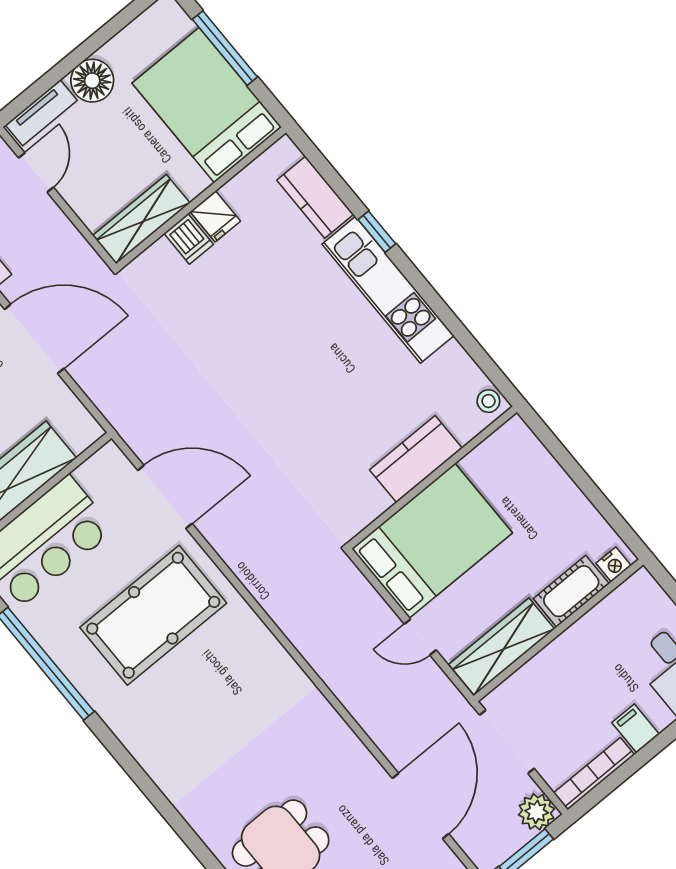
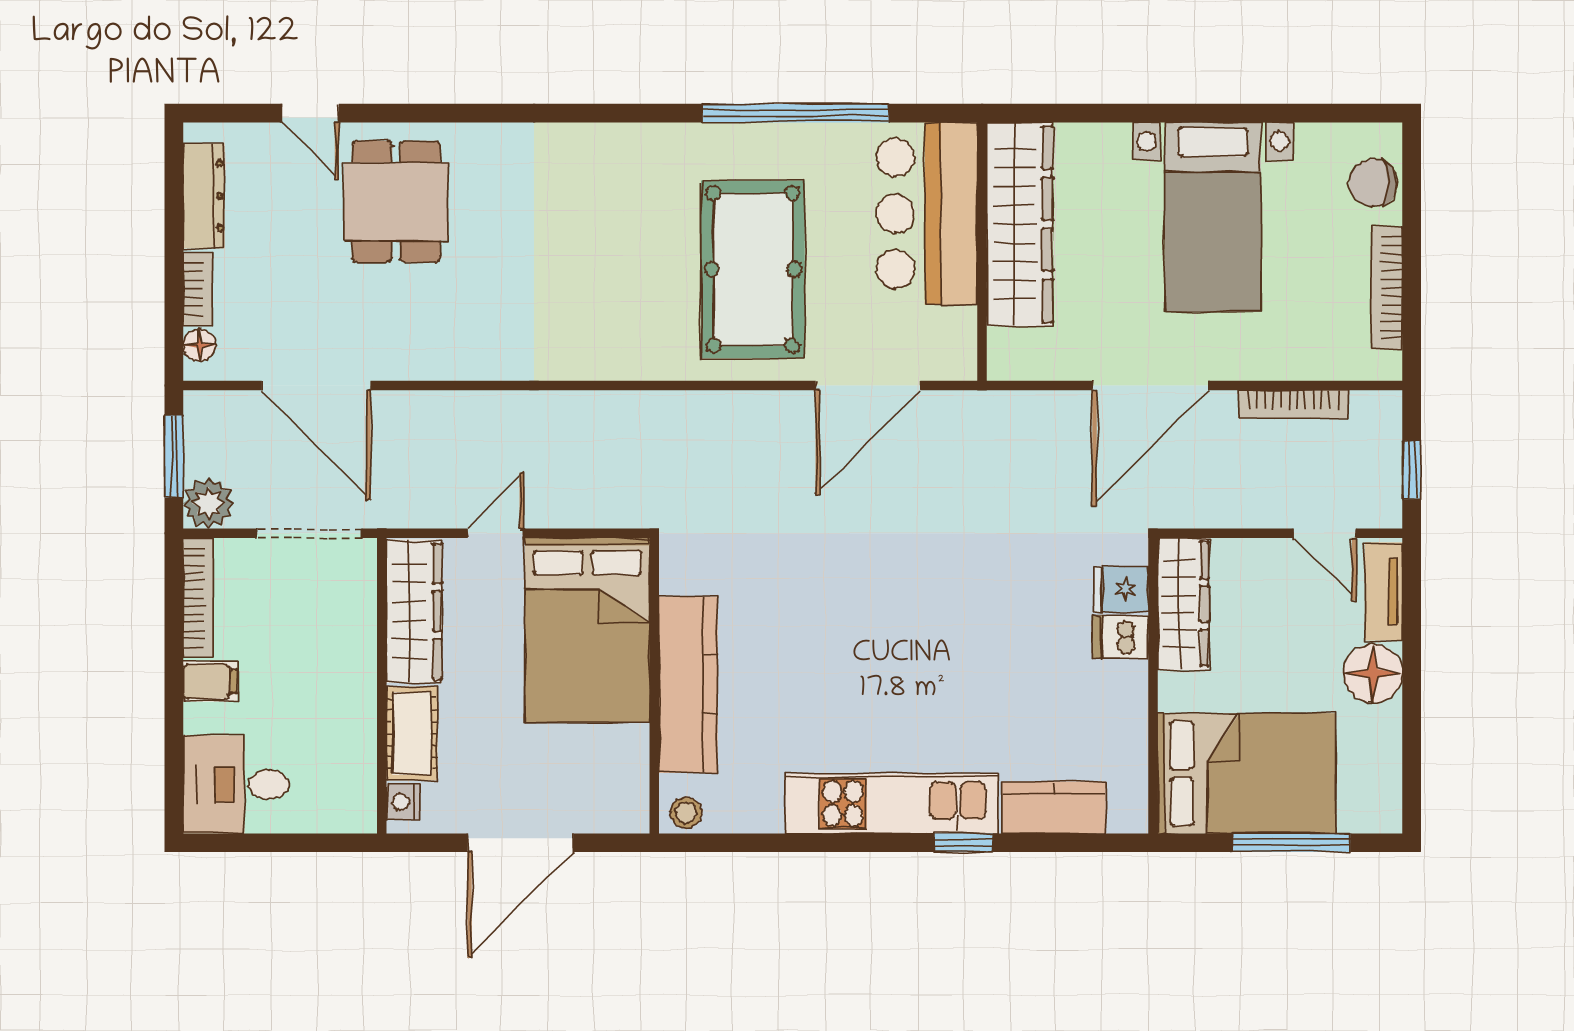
fridge: (215, 216) -> (1121, 589), moved
kitchen counter: (416, 459) -> (688, 685), width x1.50
door: (582, 480) -> (520, 843), added

